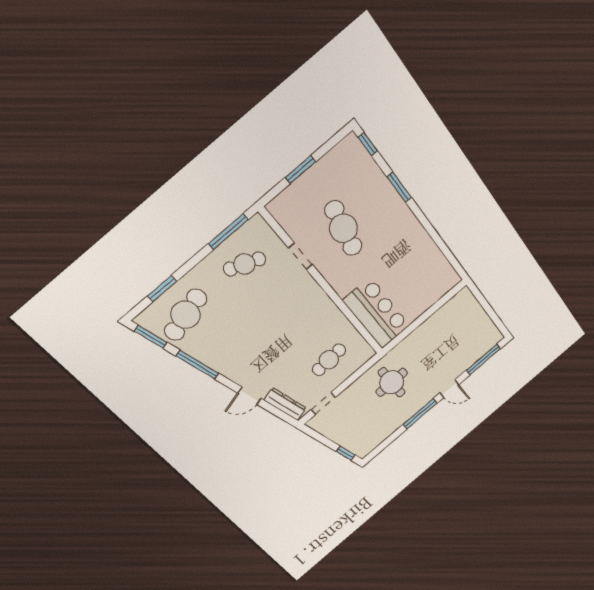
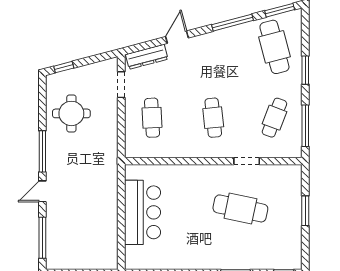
window: (162, 289) -> (305, 70), moved
bar counter: (376, 313) -> (142, 212), moved, turned -90
cafe table: (288, 314) -> (213, 118), added
round table: (392, 382) -> (71, 113), moved

